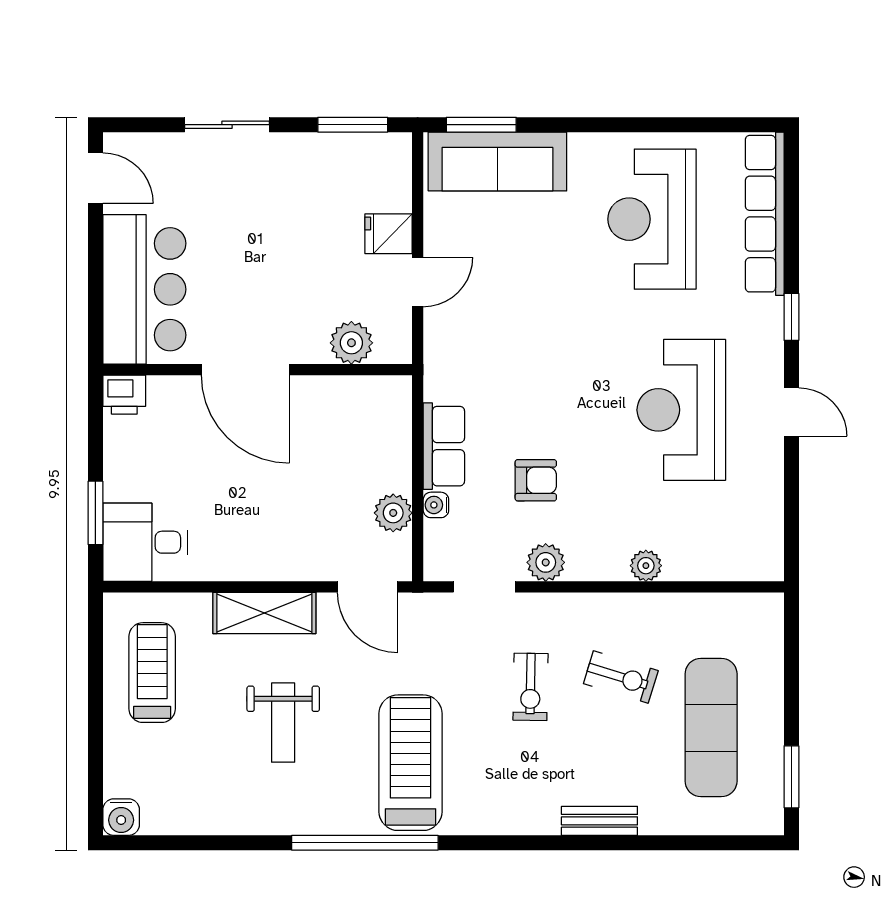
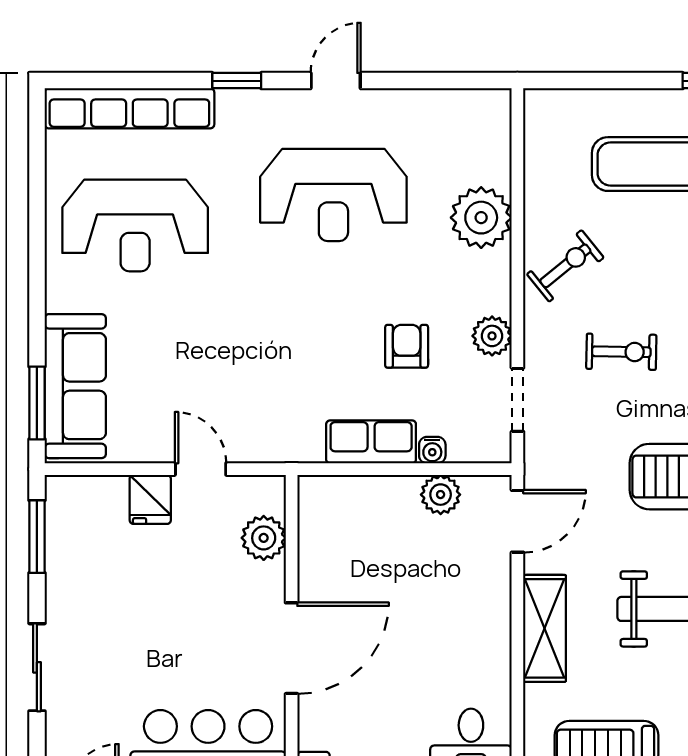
plant: (646, 566) -> (481, 218), width x1.87, depth x1.87
exercise bike: (621, 677) -> (565, 266), moved, turned 34

